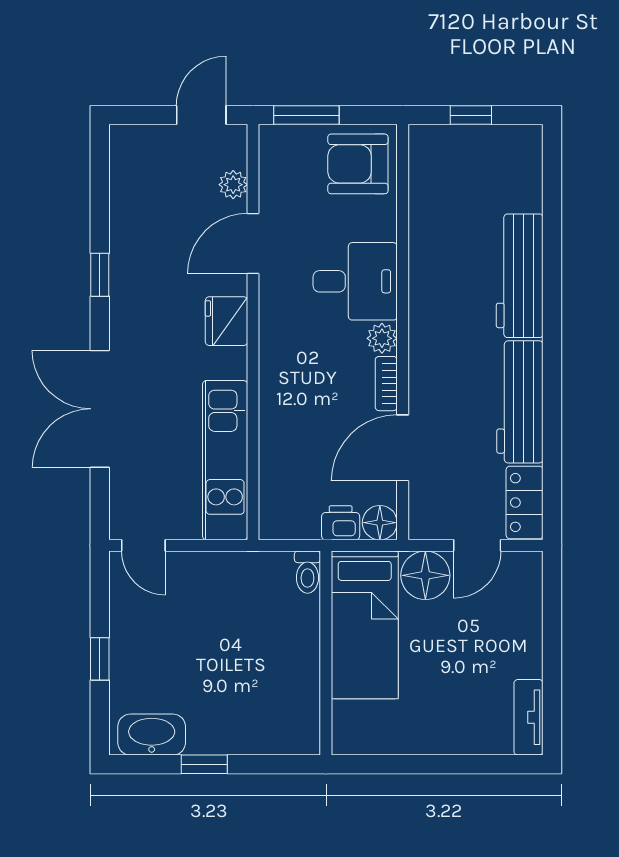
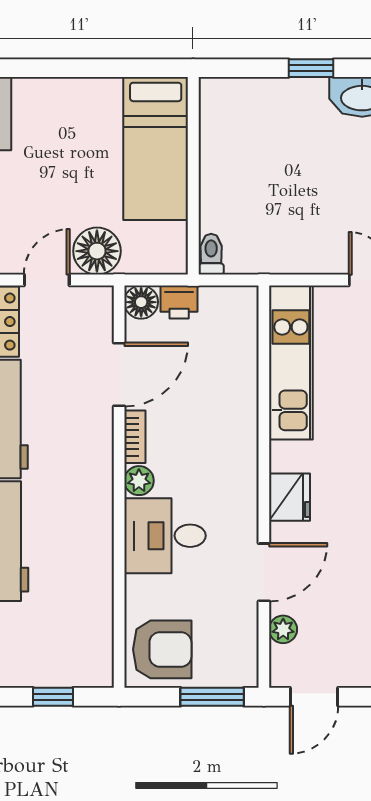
bed: (365, 625) -> (156, 149), moved, turned 180

